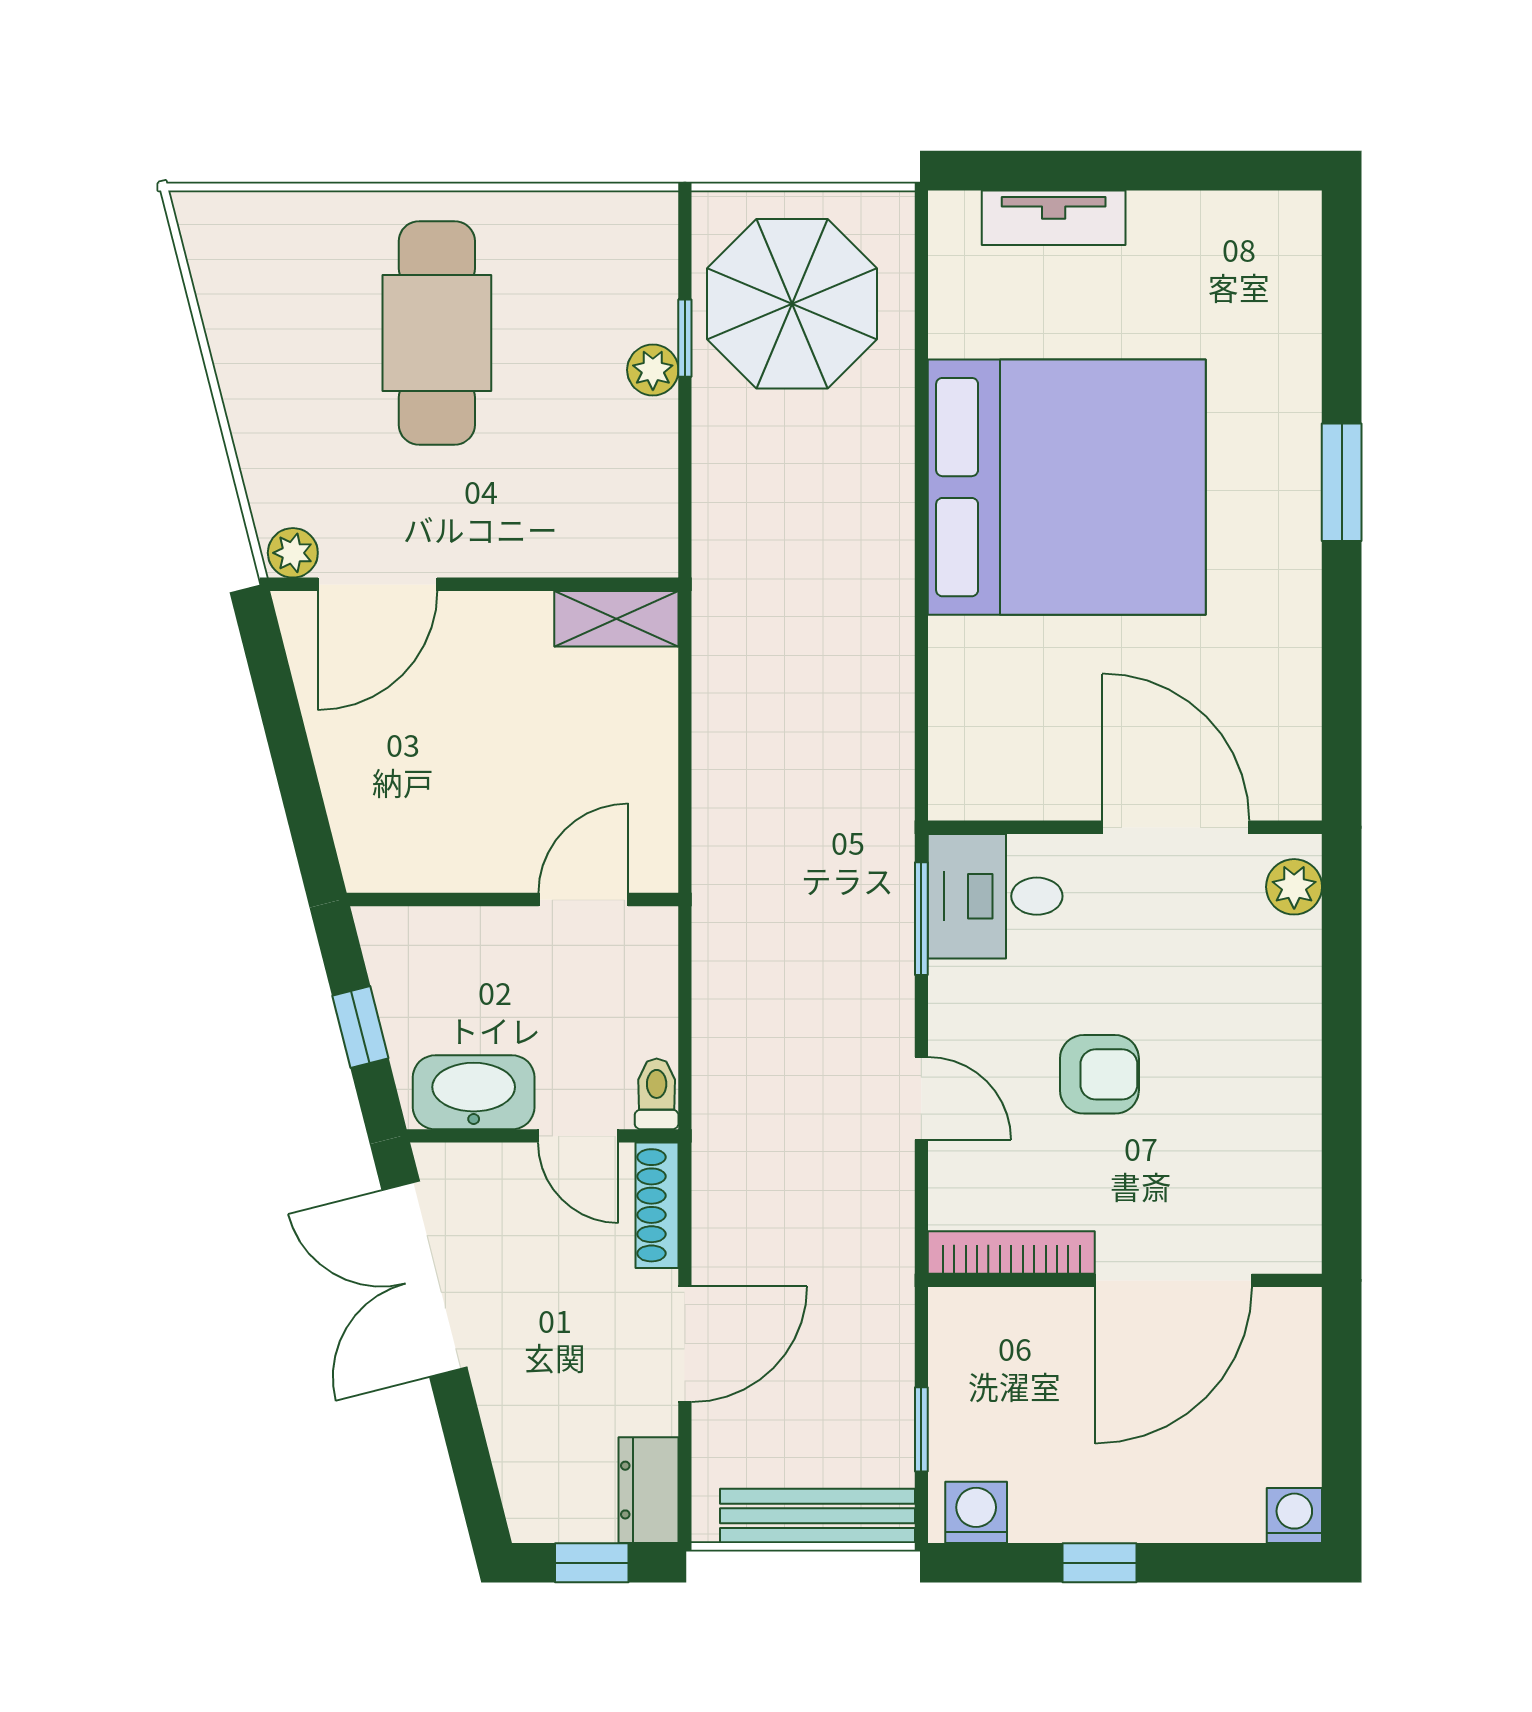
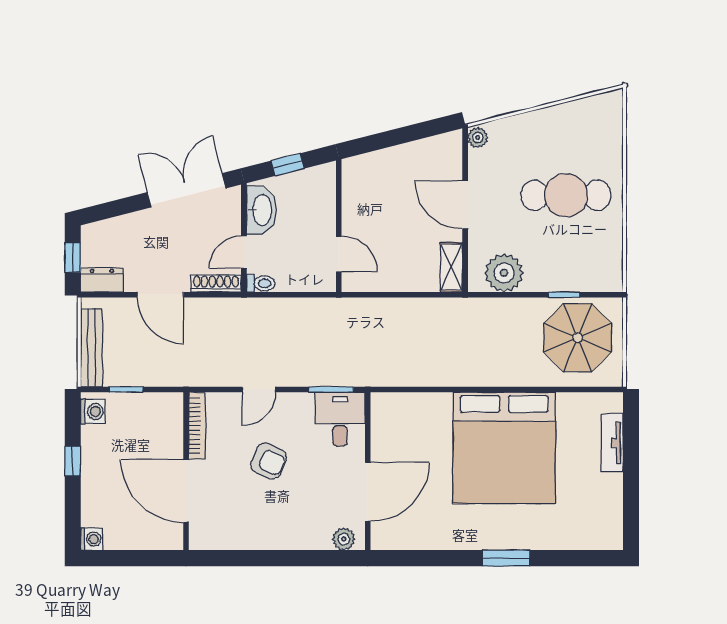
plant: (653, 370) -> (504, 273), moved, width x1.88, depth x1.88
door: (378, 584) -> (465, 205), moved
armchair: (1099, 1074) -> (269, 461), turned -66

